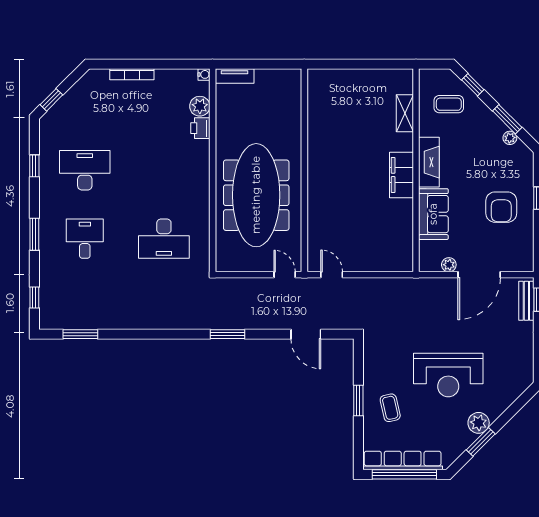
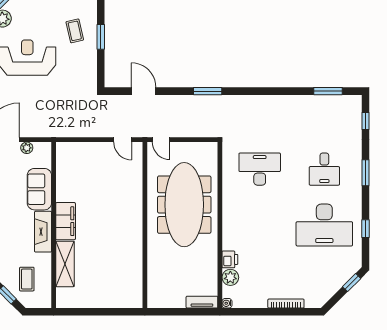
coffee table: (449, 104) -> (27, 279), turned 90
shelving: (405, 113) -> (65, 264), width x1.50, depth x1.33
desk: (85, 170) -> (324, 225), width x1.36, depth x1.30

